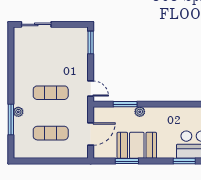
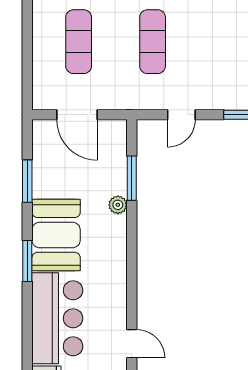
door: (91, 88) -> (181, 115), moved
booth: (137, 145) -> (56, 235), moved
window: (184, 161) -> (27, 261), moved

